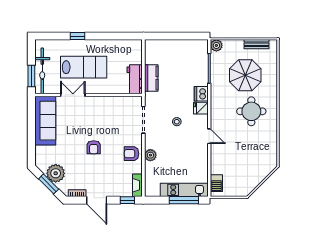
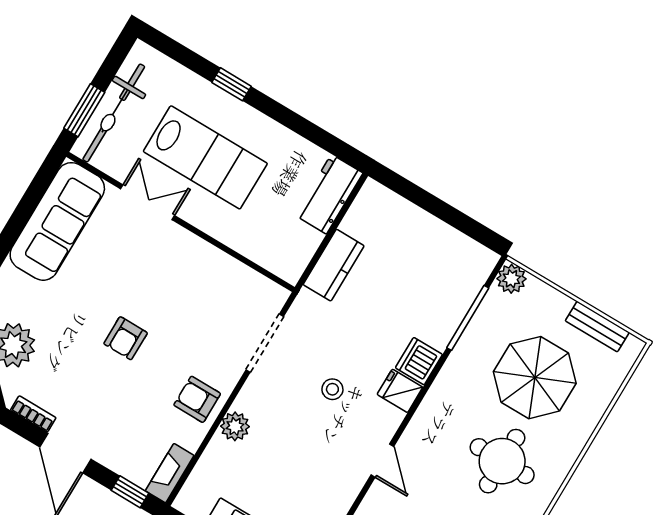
workbench: (135, 79) -> (329, 194), moved

